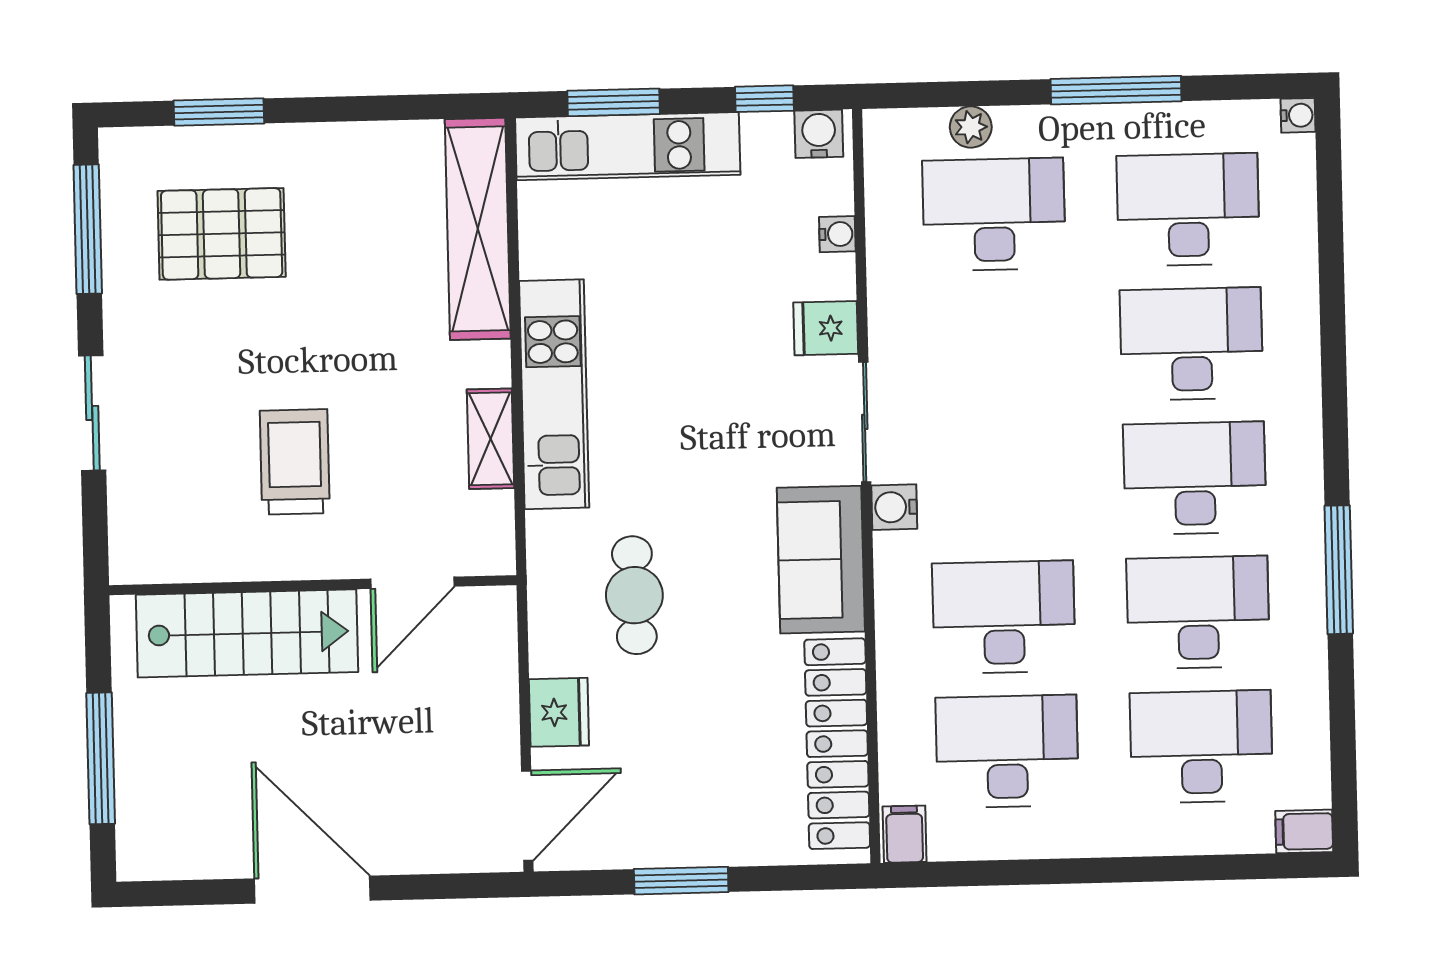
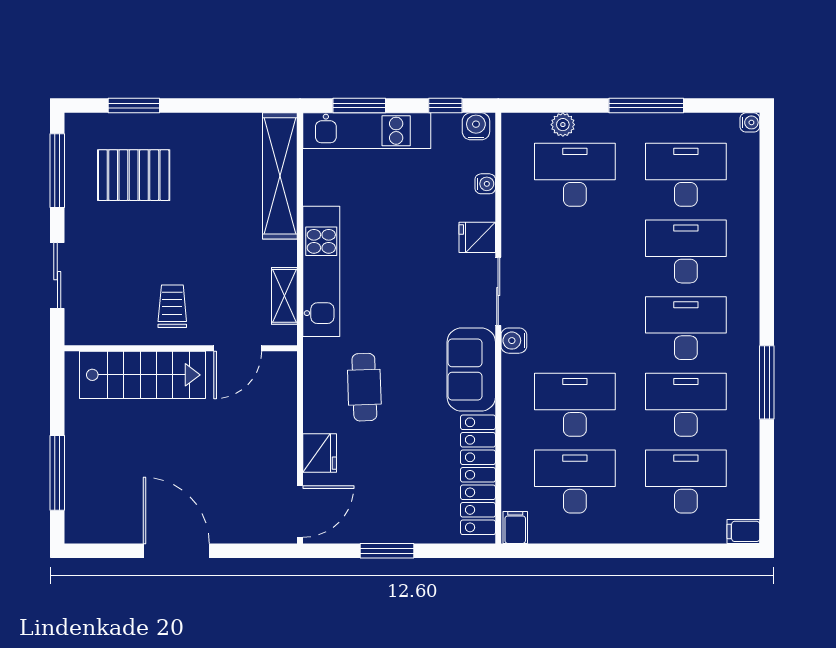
trolley: (295, 462) -> (172, 306), width x0.73, depth x0.72
door: (412, 583) -> (238, 348), moved
wall: (313, 585) -> (181, 348), moved
stairs: (247, 633) -> (143, 375), moved

